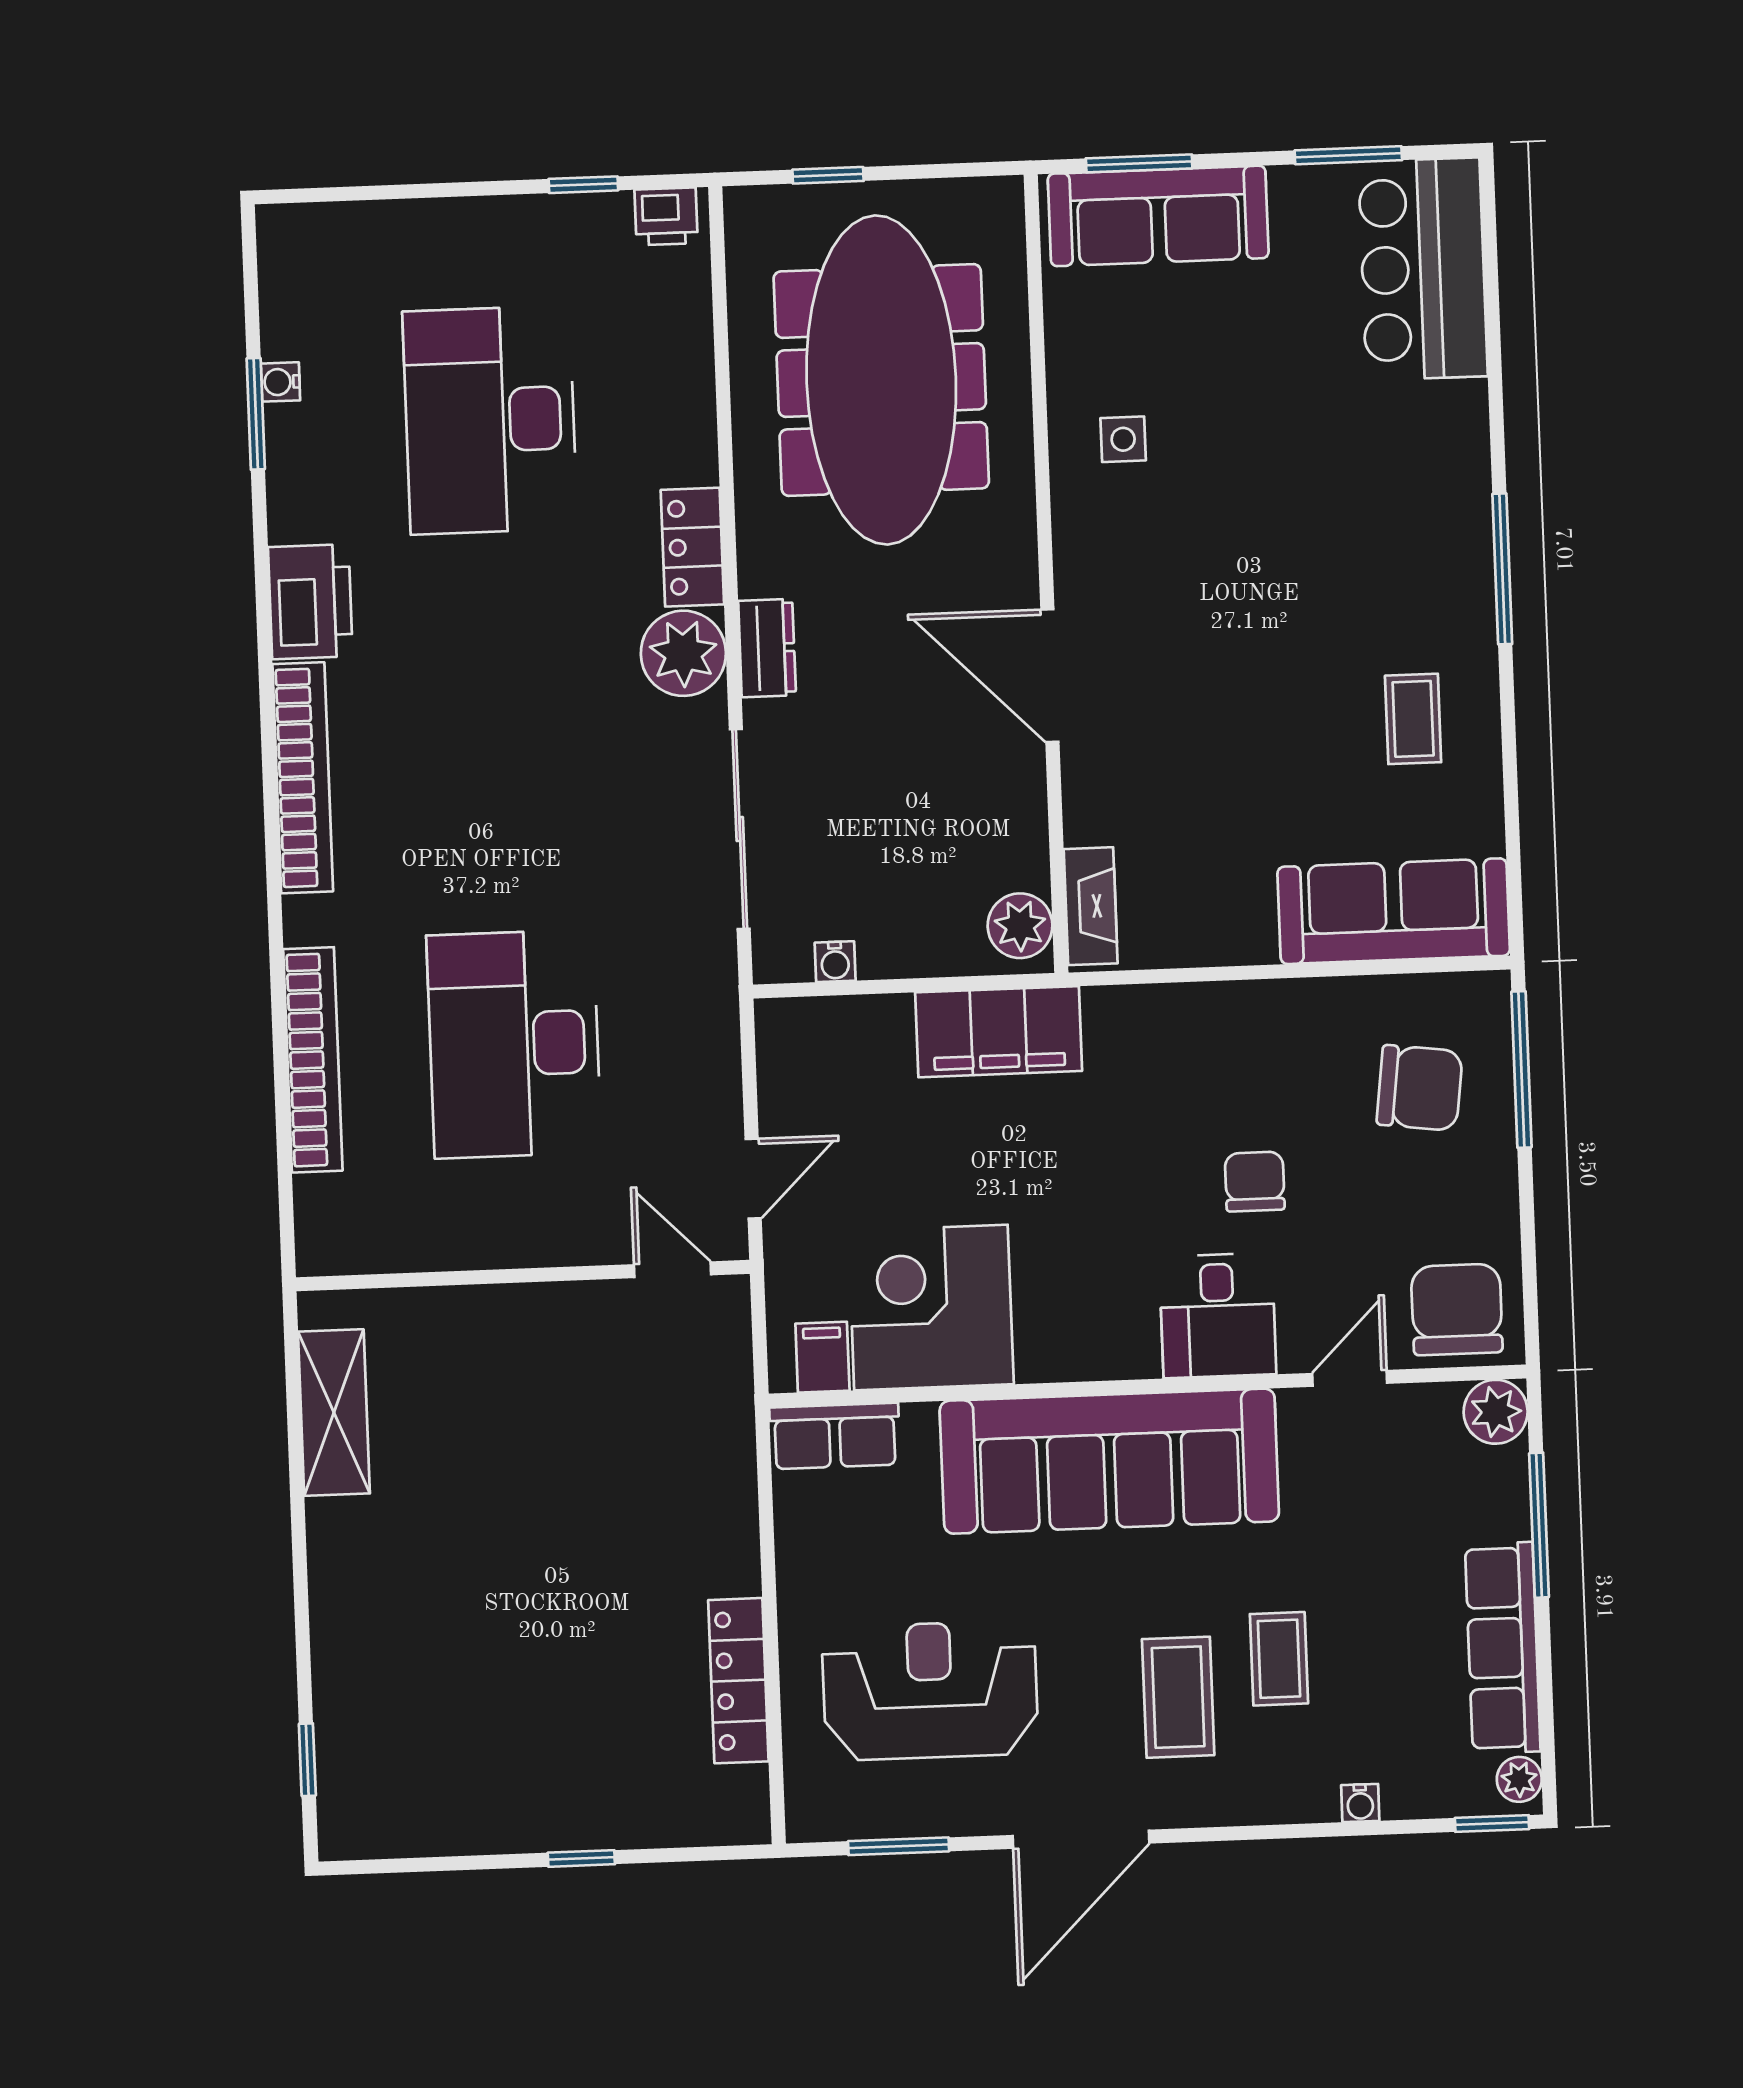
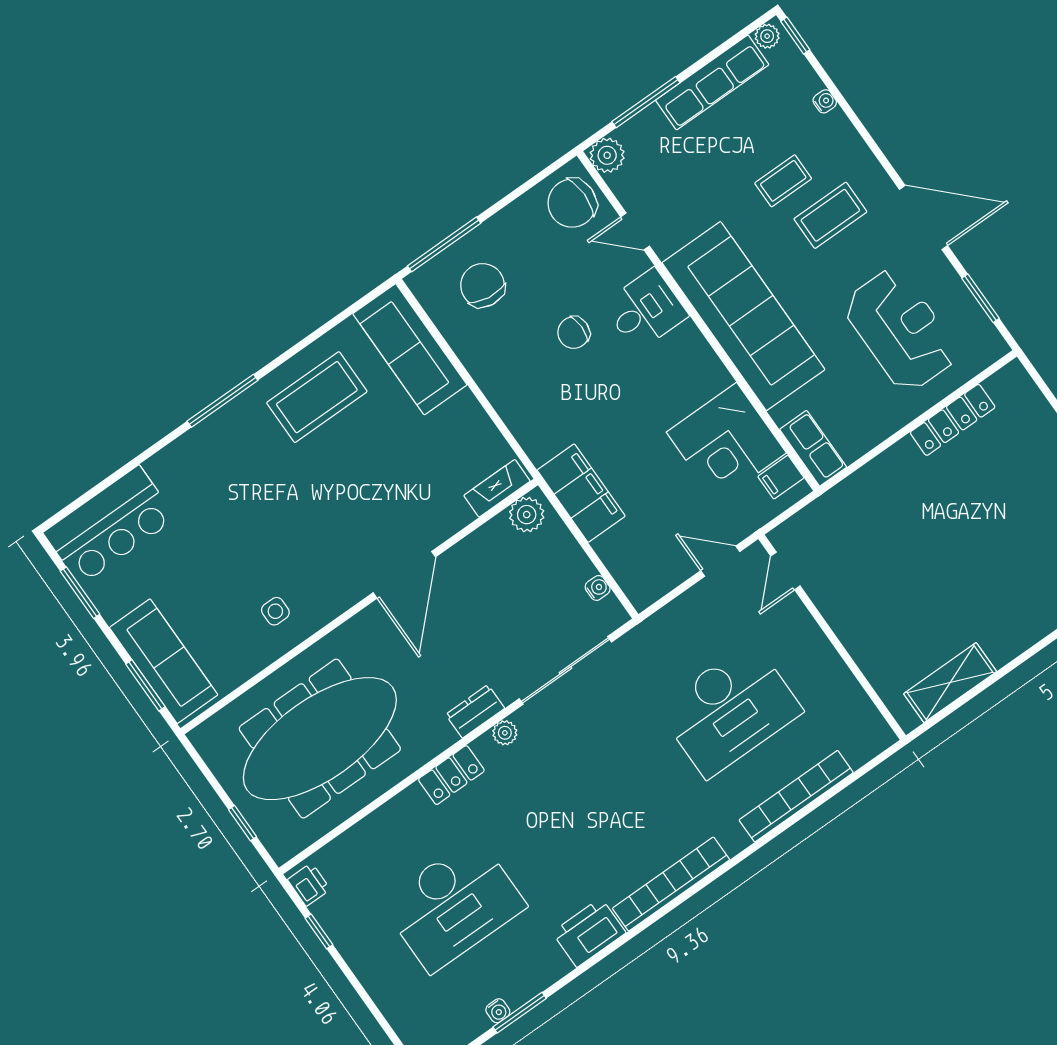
plant: (683, 653) -> (505, 733), width x0.53, depth x0.53
coffee table: (1413, 719) -> (317, 397), width x1.86, depth x1.72
reception desk: (930, 1690) -> (901, 330), turned 180

